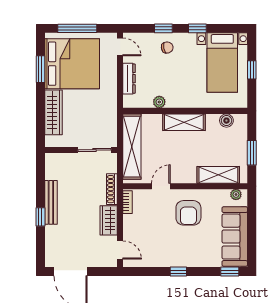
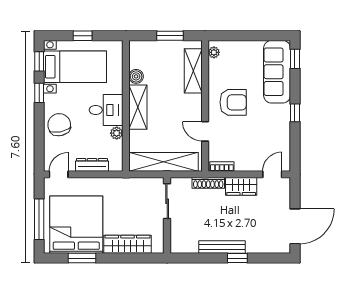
window: (163, 28) -> (39, 61), moved
chair: (167, 47) -> (59, 125), width x1.87, depth x1.87
desk: (181, 92) -> (106, 110), added
boiler: (226, 121) -> (136, 76), moved
sofa: (235, 237) -> (277, 72), moved, turned 90

